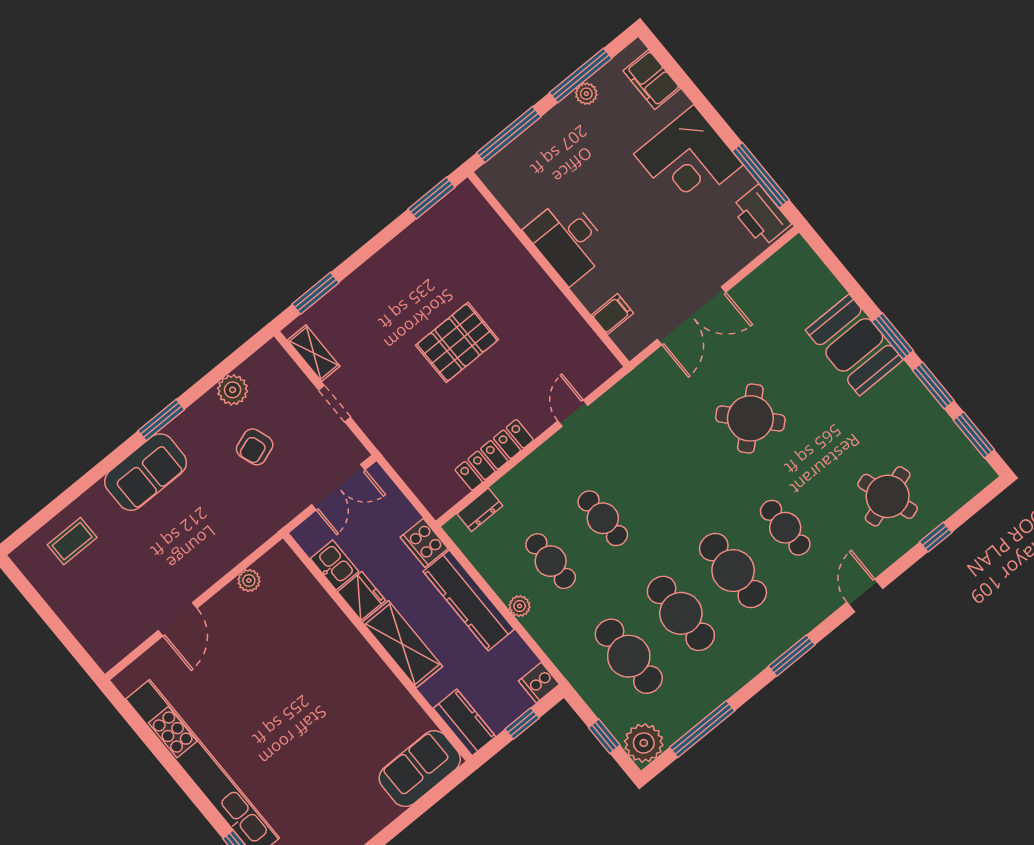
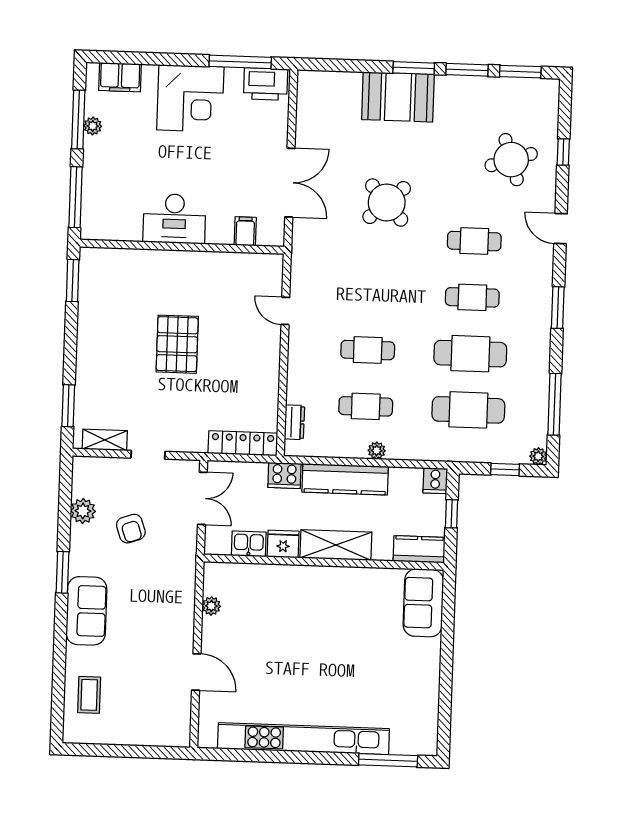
locker: (494, 455) -> (243, 443), moved, turned 90
cafe table: (733, 571) -> (472, 297), width x0.73, depth x0.74
plant: (644, 743) -> (538, 456), width x0.53, depth x0.53

